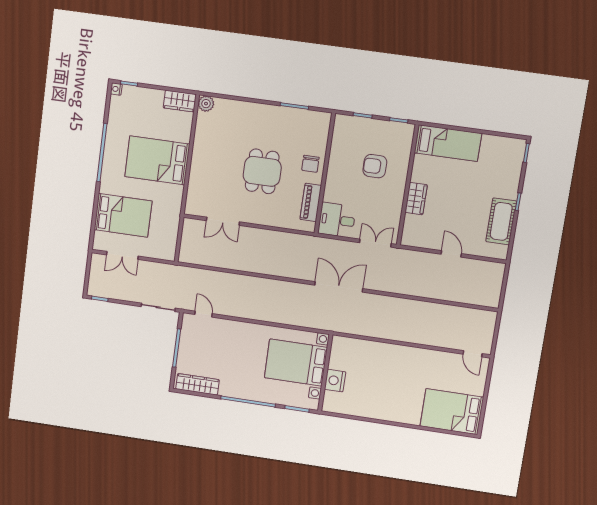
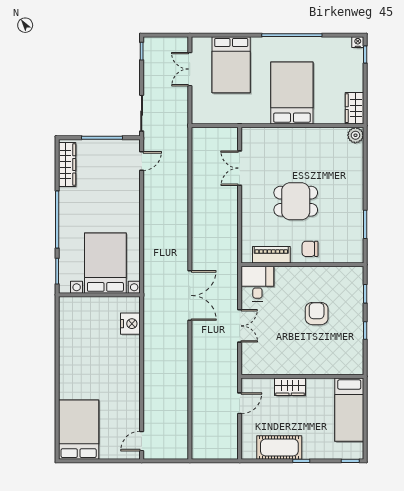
bed: (448, 143) -> (349, 410), moved
wall: (408, 185) -> (302, 376), moved
wardrobe: (416, 199) -> (290, 387), moved
nightstand: (335, 381) -> (130, 324), moved, turned 90

